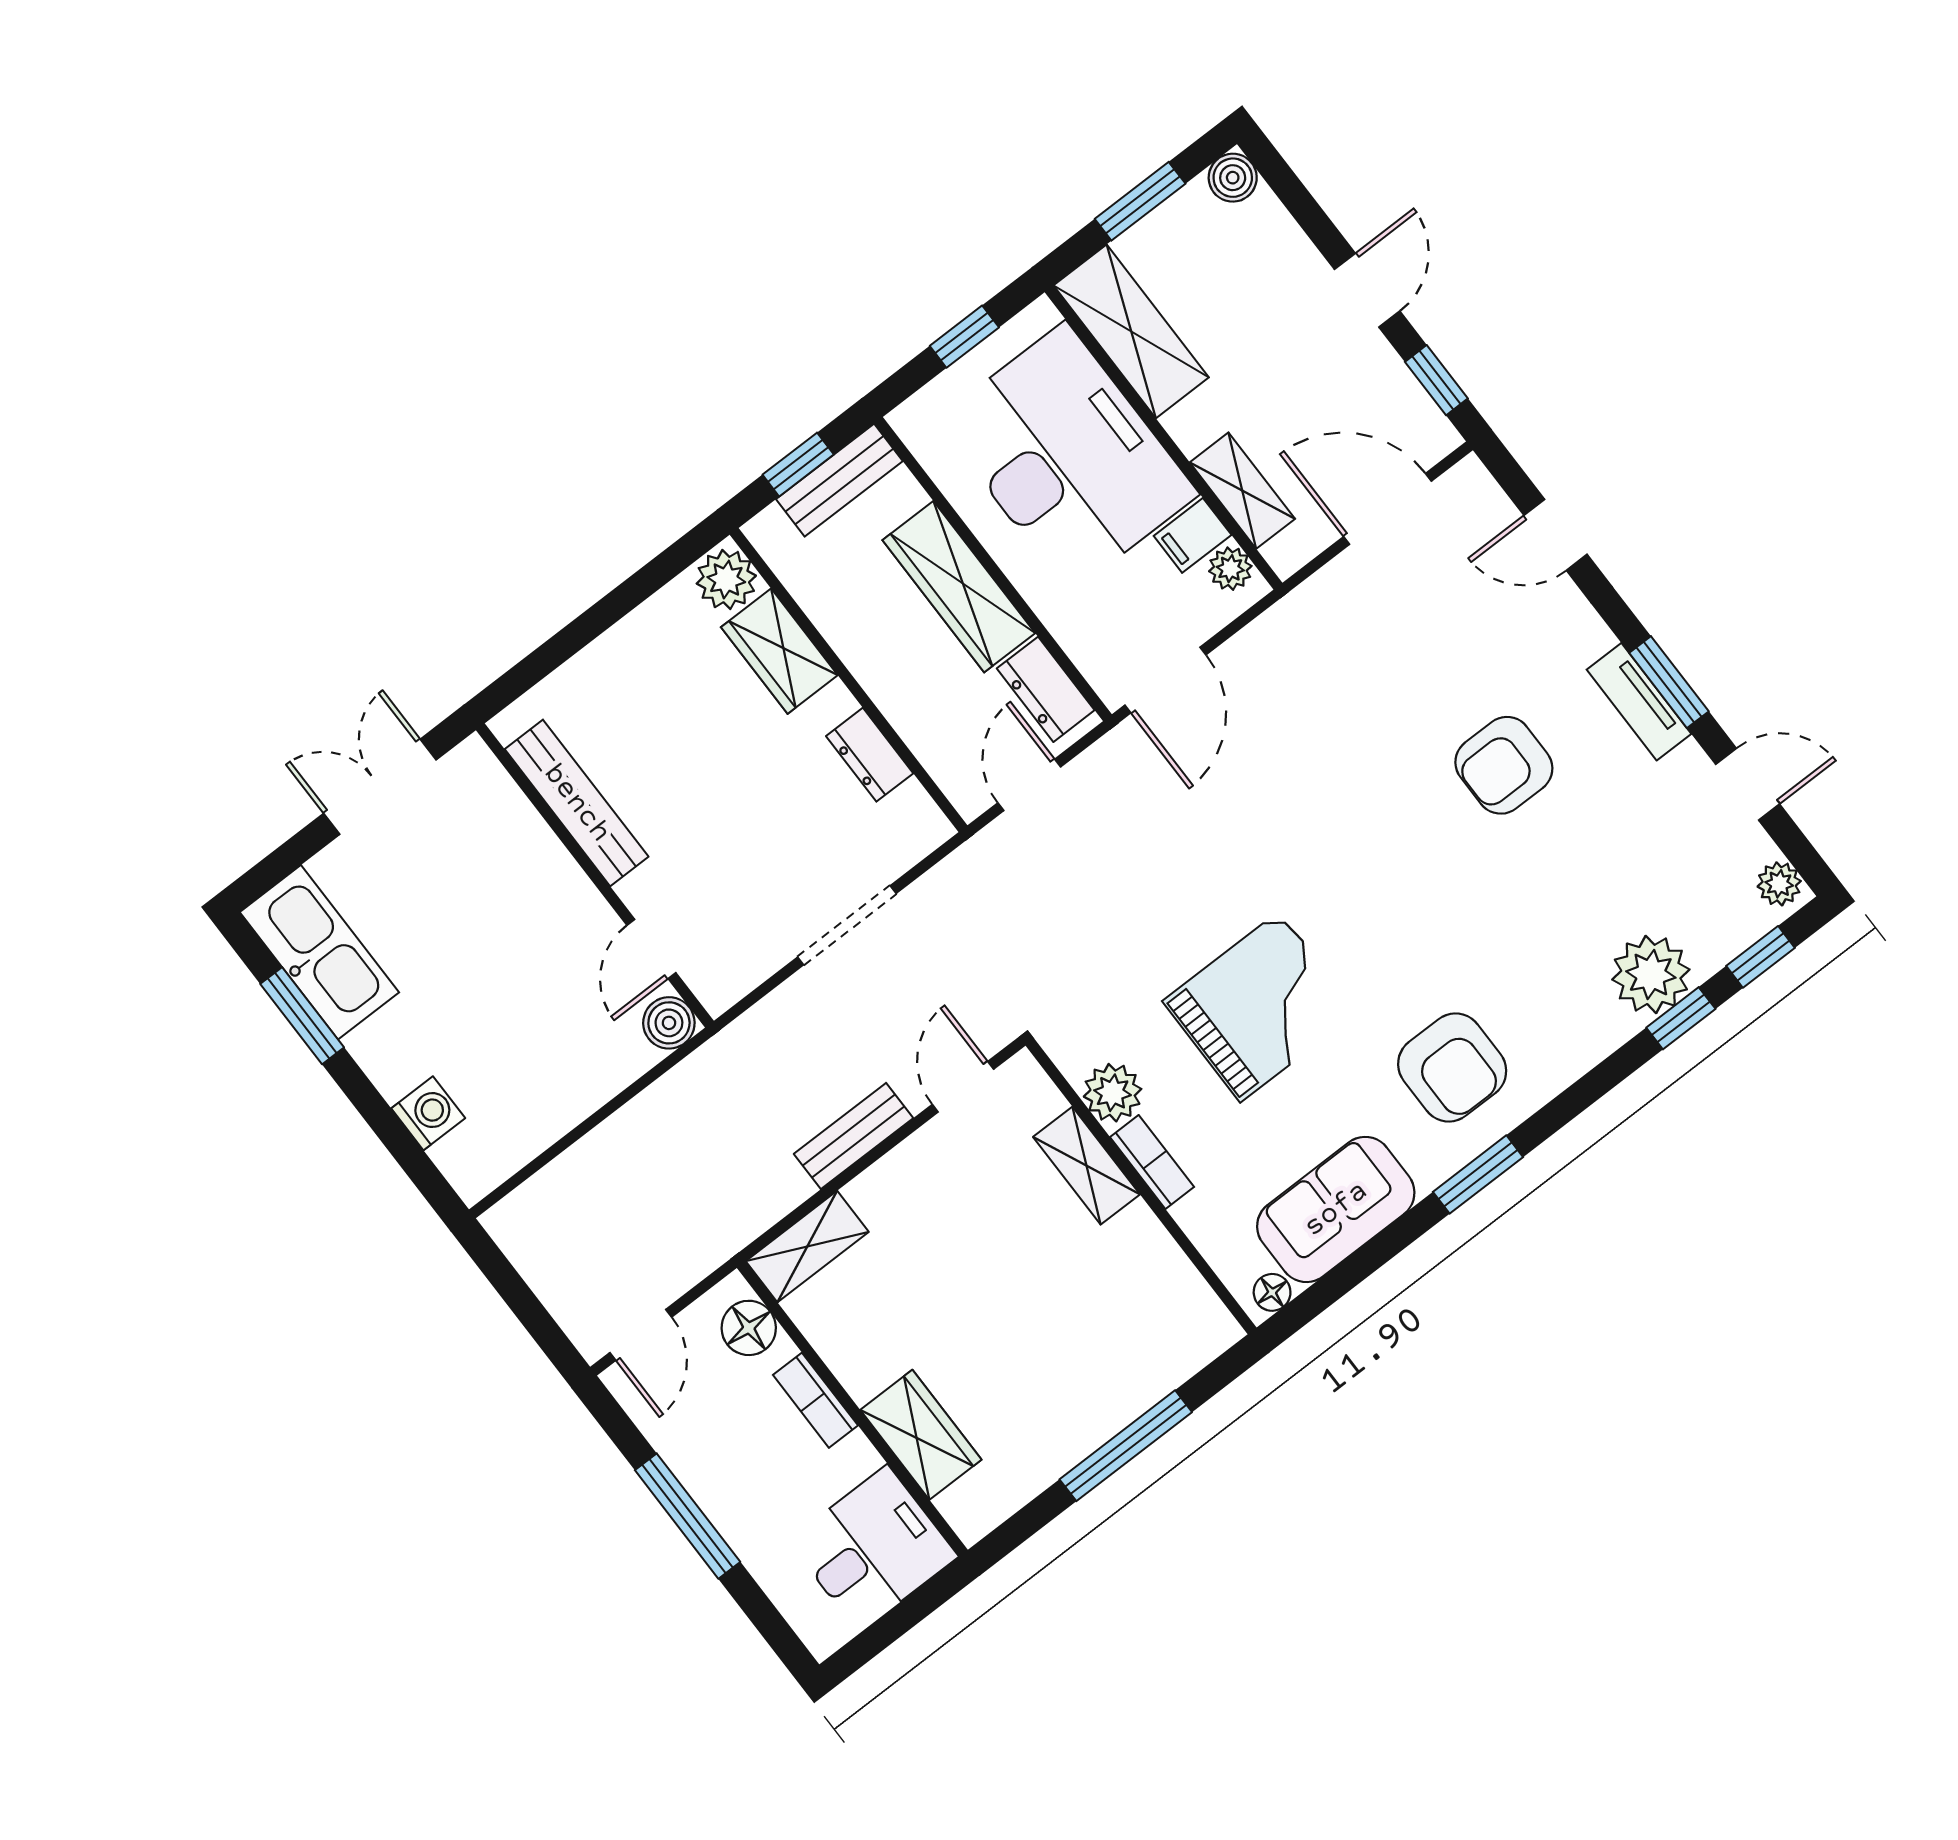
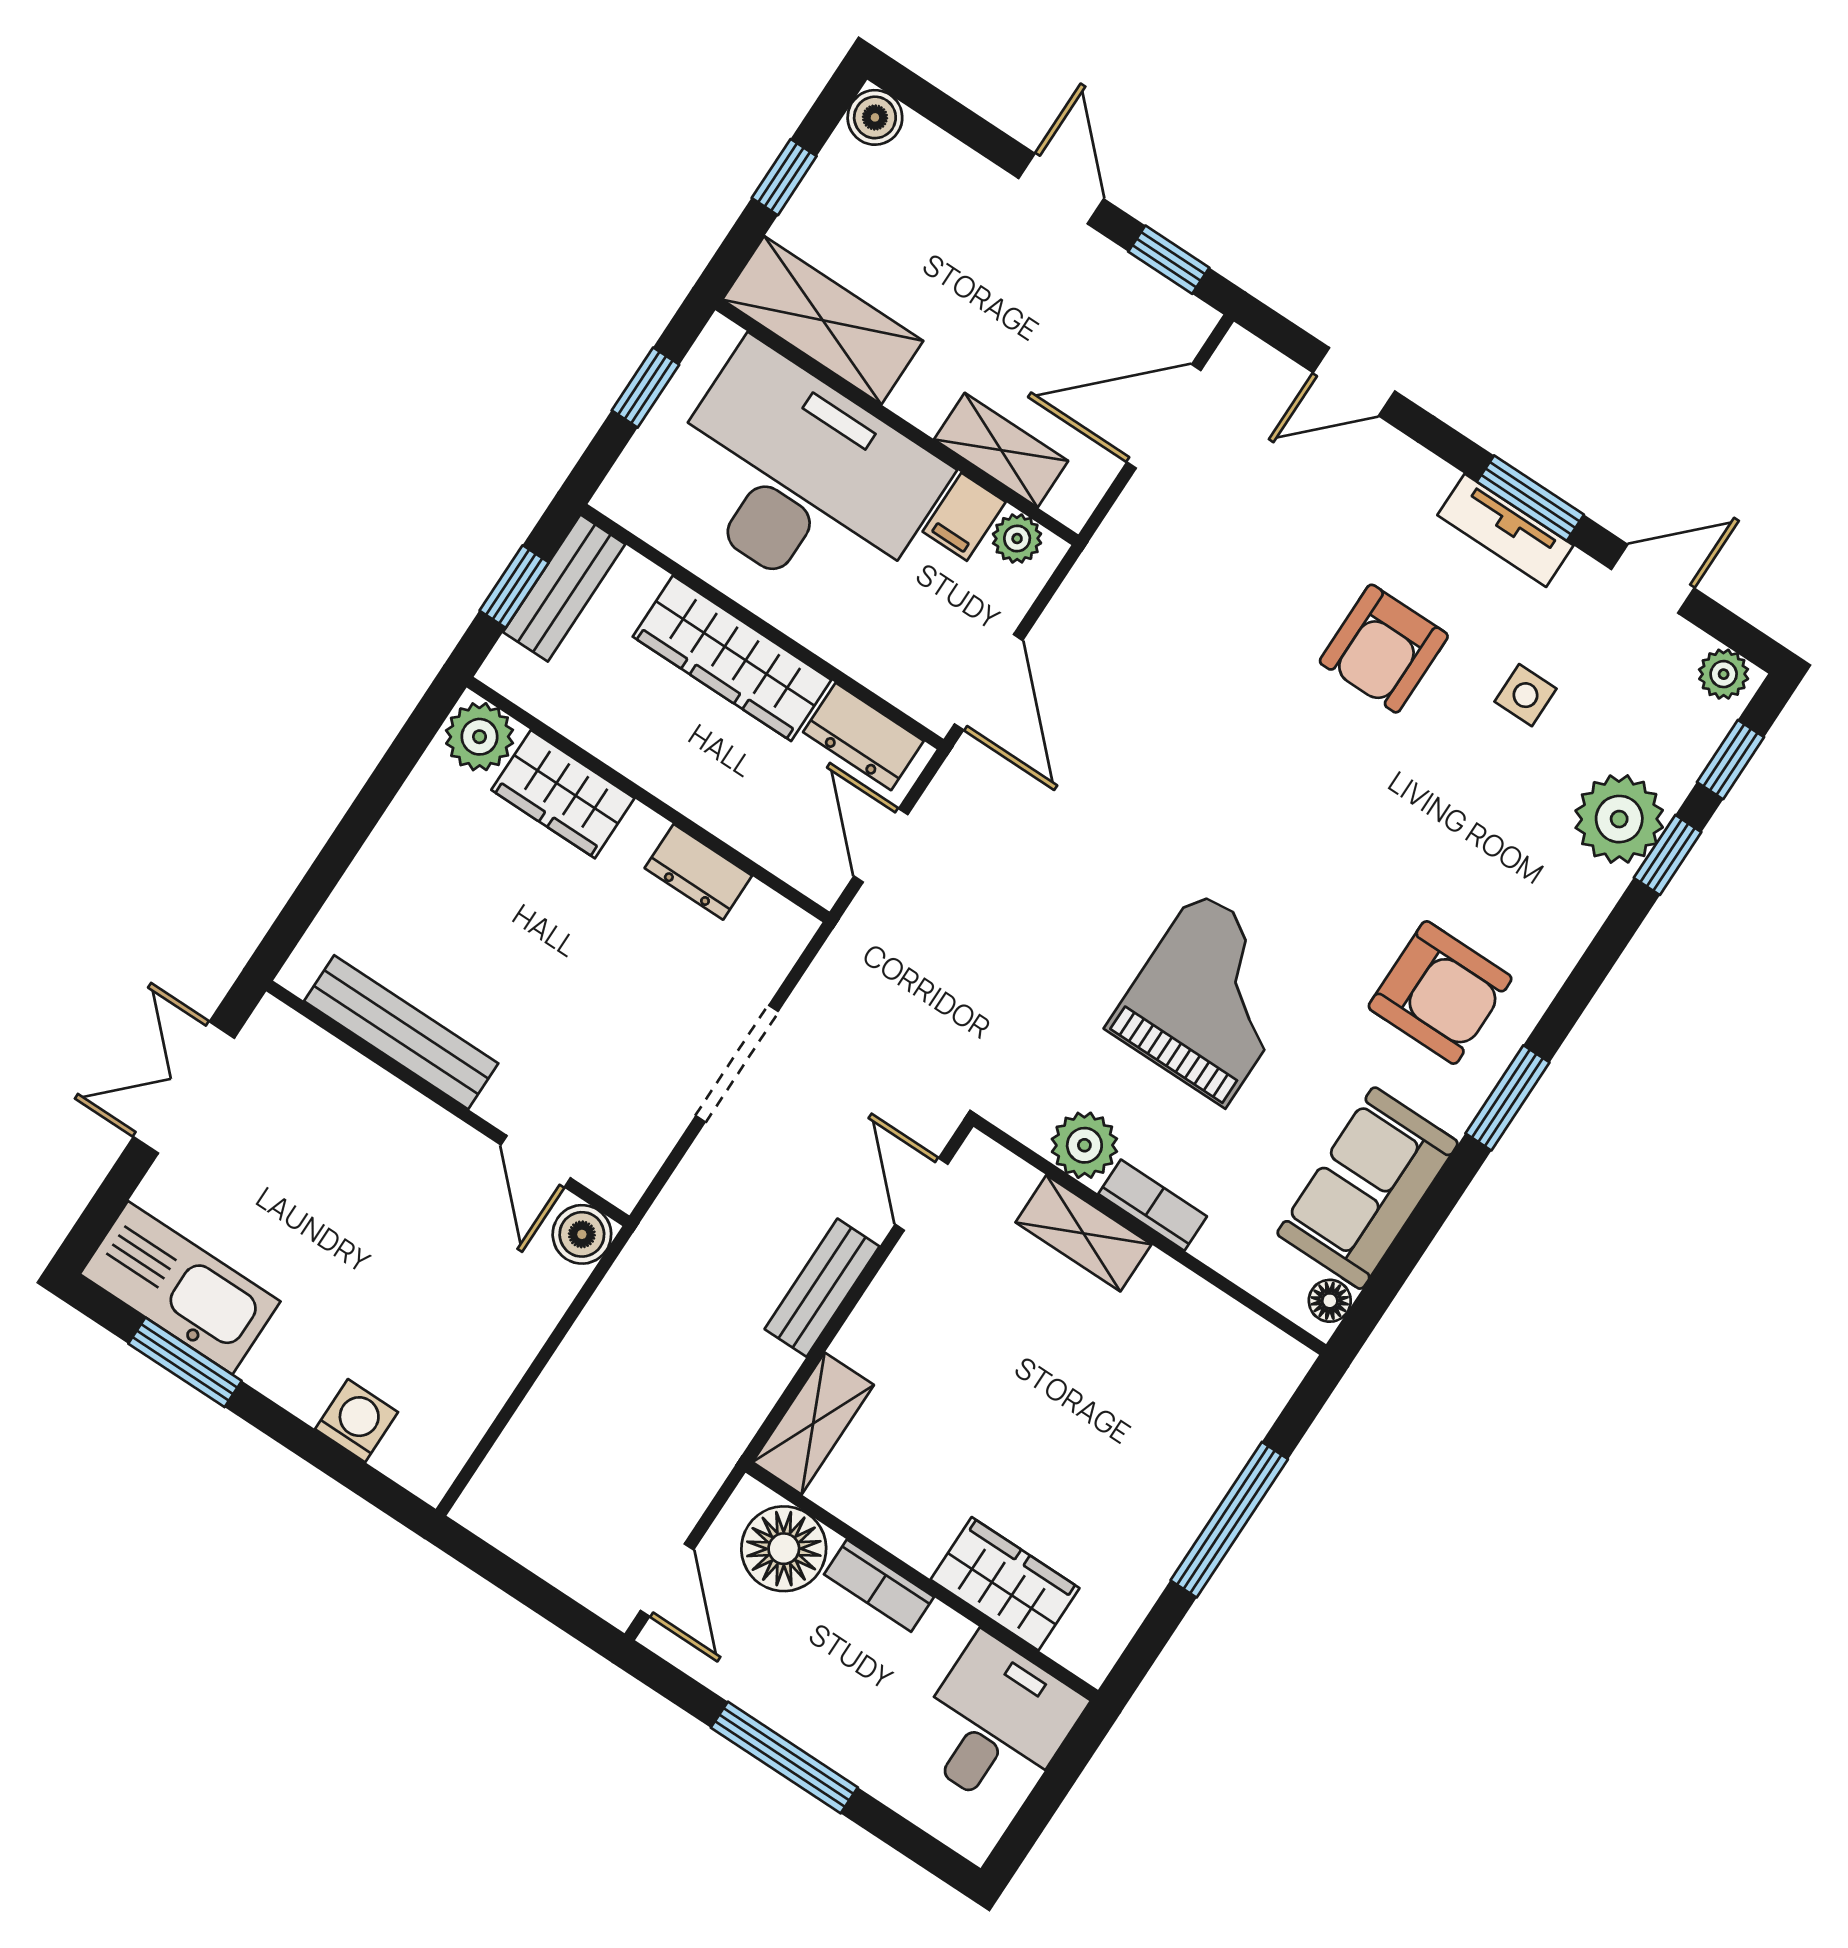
window: (1140, 201) -> (784, 177), width x0.67
side table: (1608, 845) -> (1525, 695), added
floor lamp: (749, 1328) -> (784, 1549), width x1.38, depth x1.38

